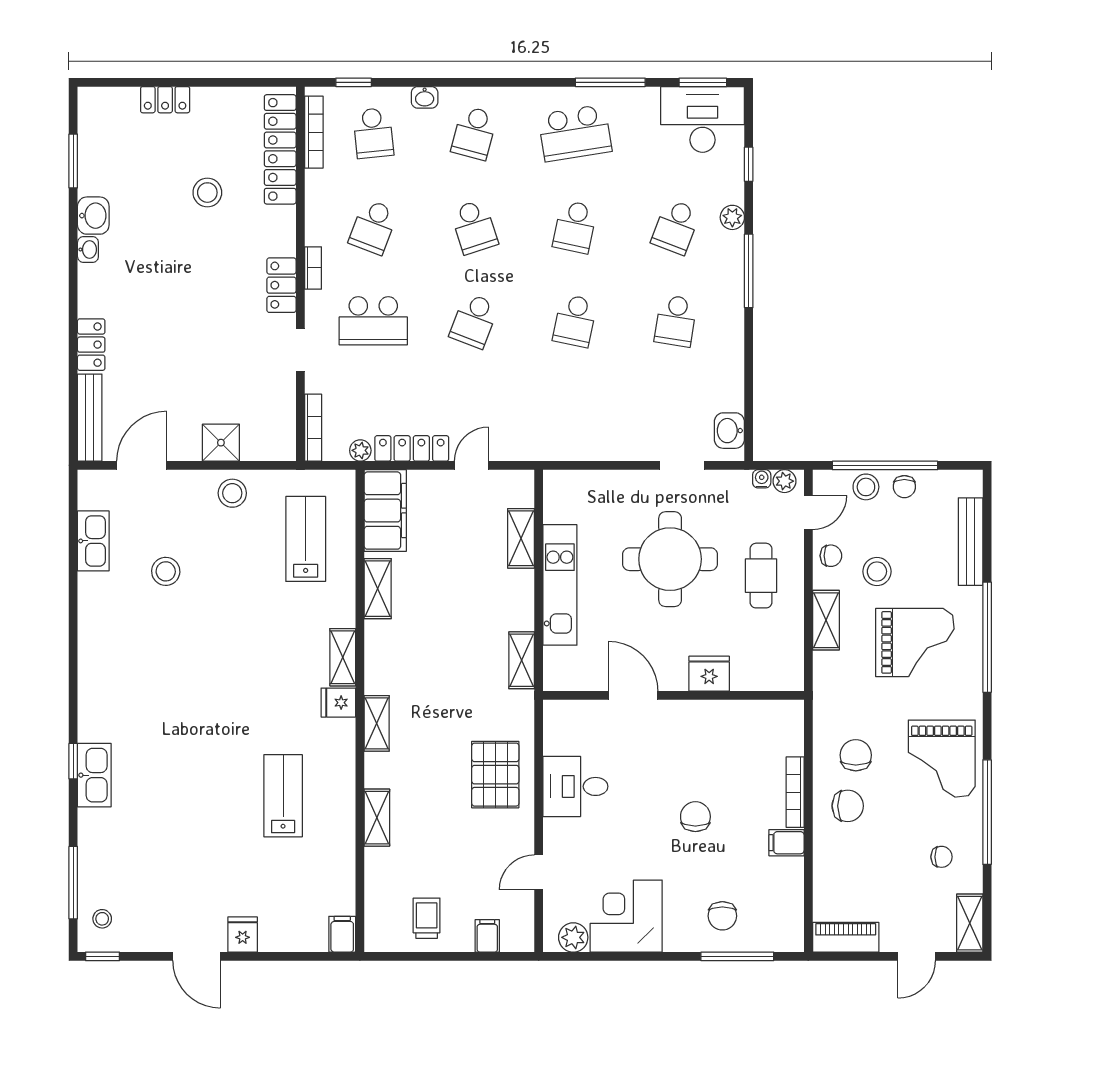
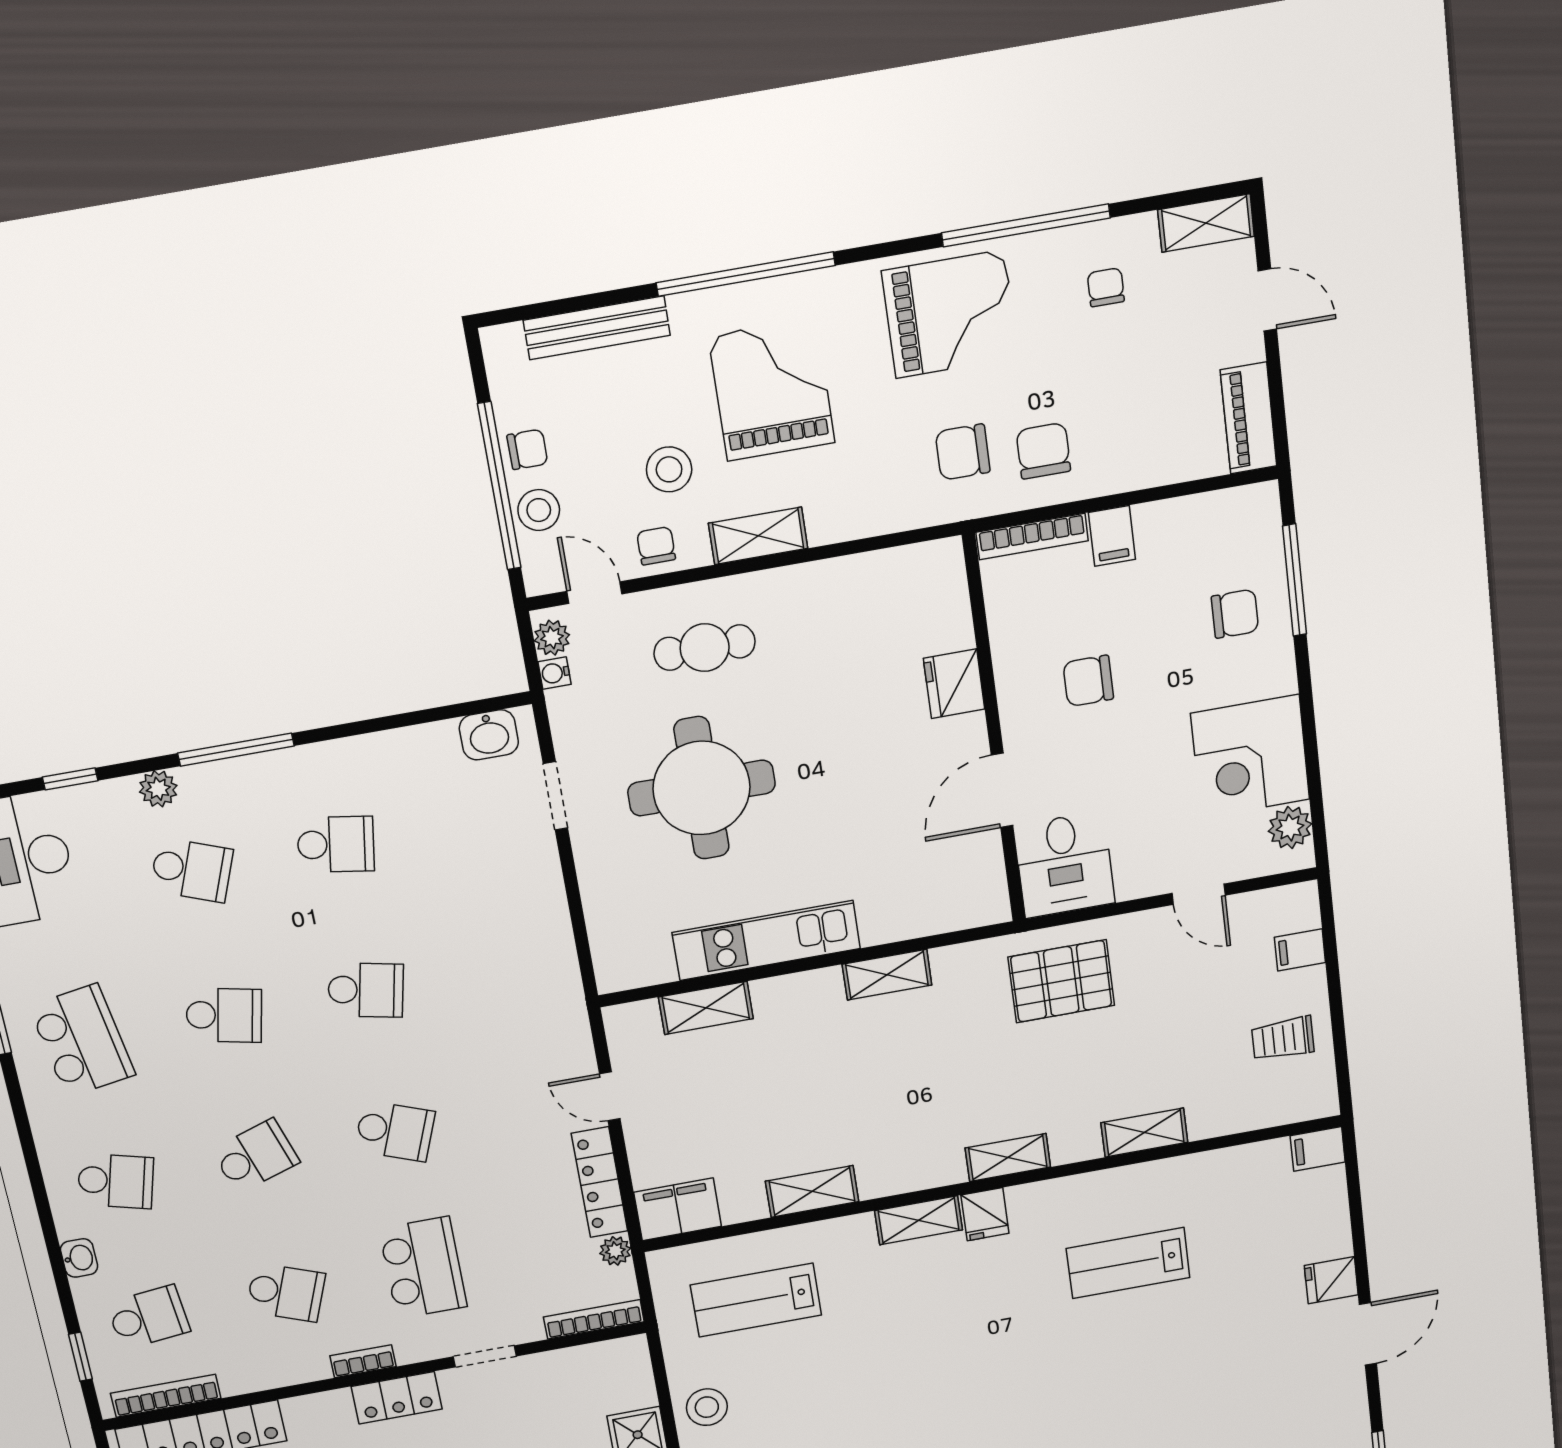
filing cabinet: (385, 511) -> (678, 1209), width x0.67, depth x0.86
fridge: (709, 674) -> (954, 684), moved
door: (633, 695) -> (1002, 790), moved
wall: (673, 695) -> (994, 731), moved

